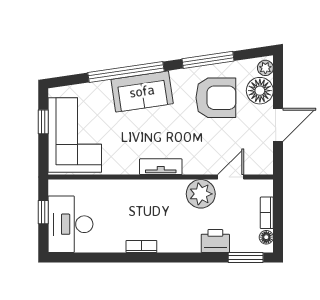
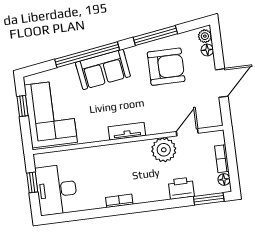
floor lamp: (260, 91) -> (207, 50), width x0.53, depth x0.53

